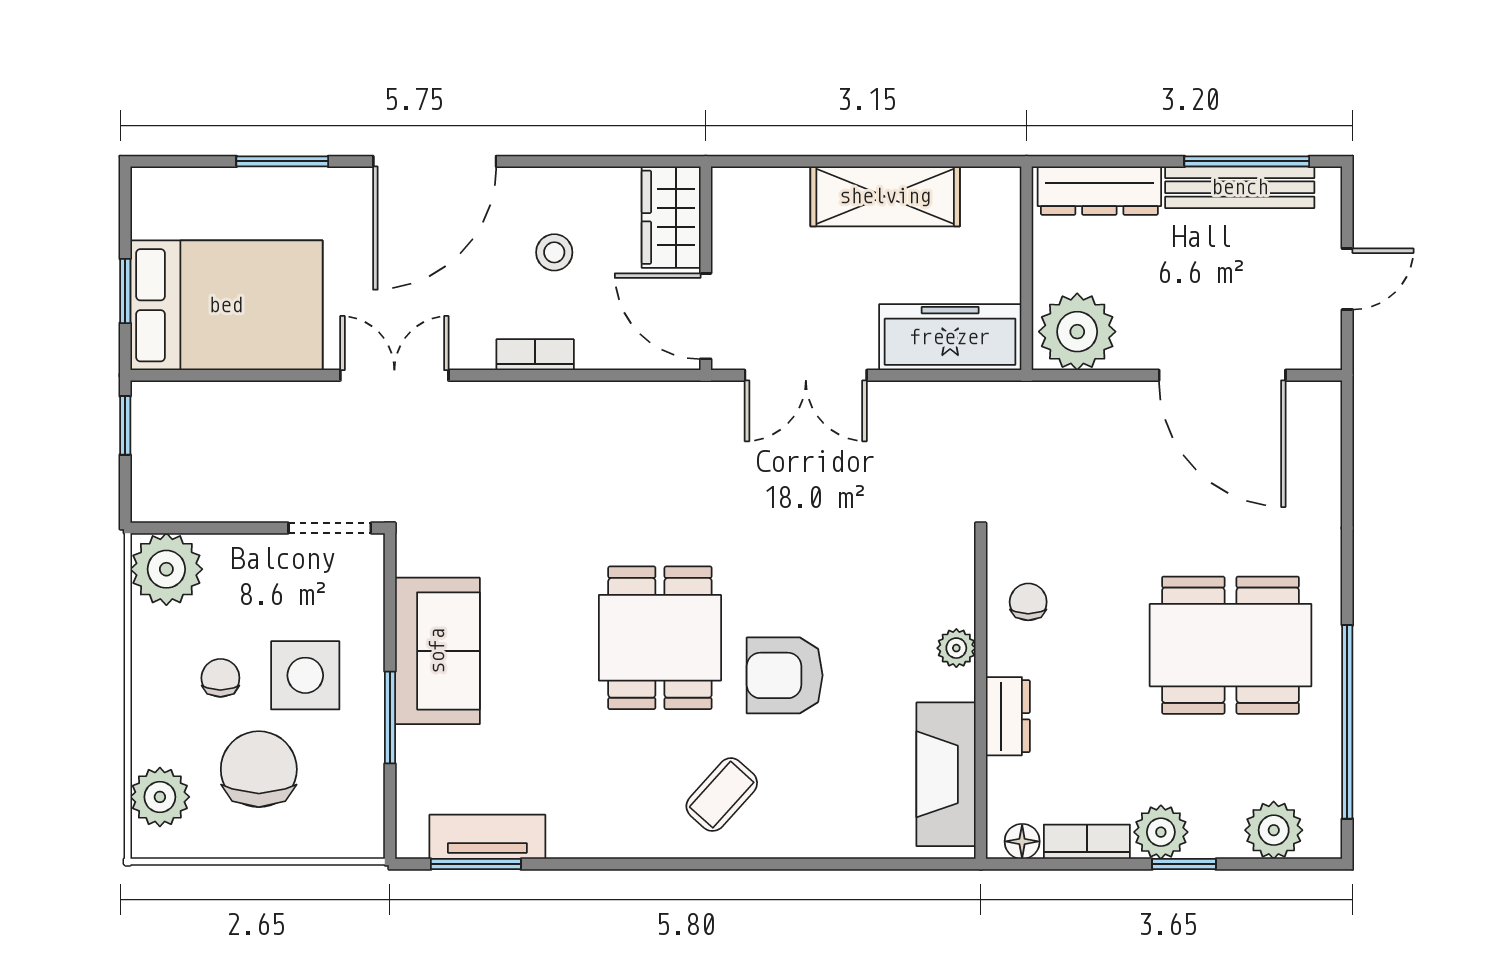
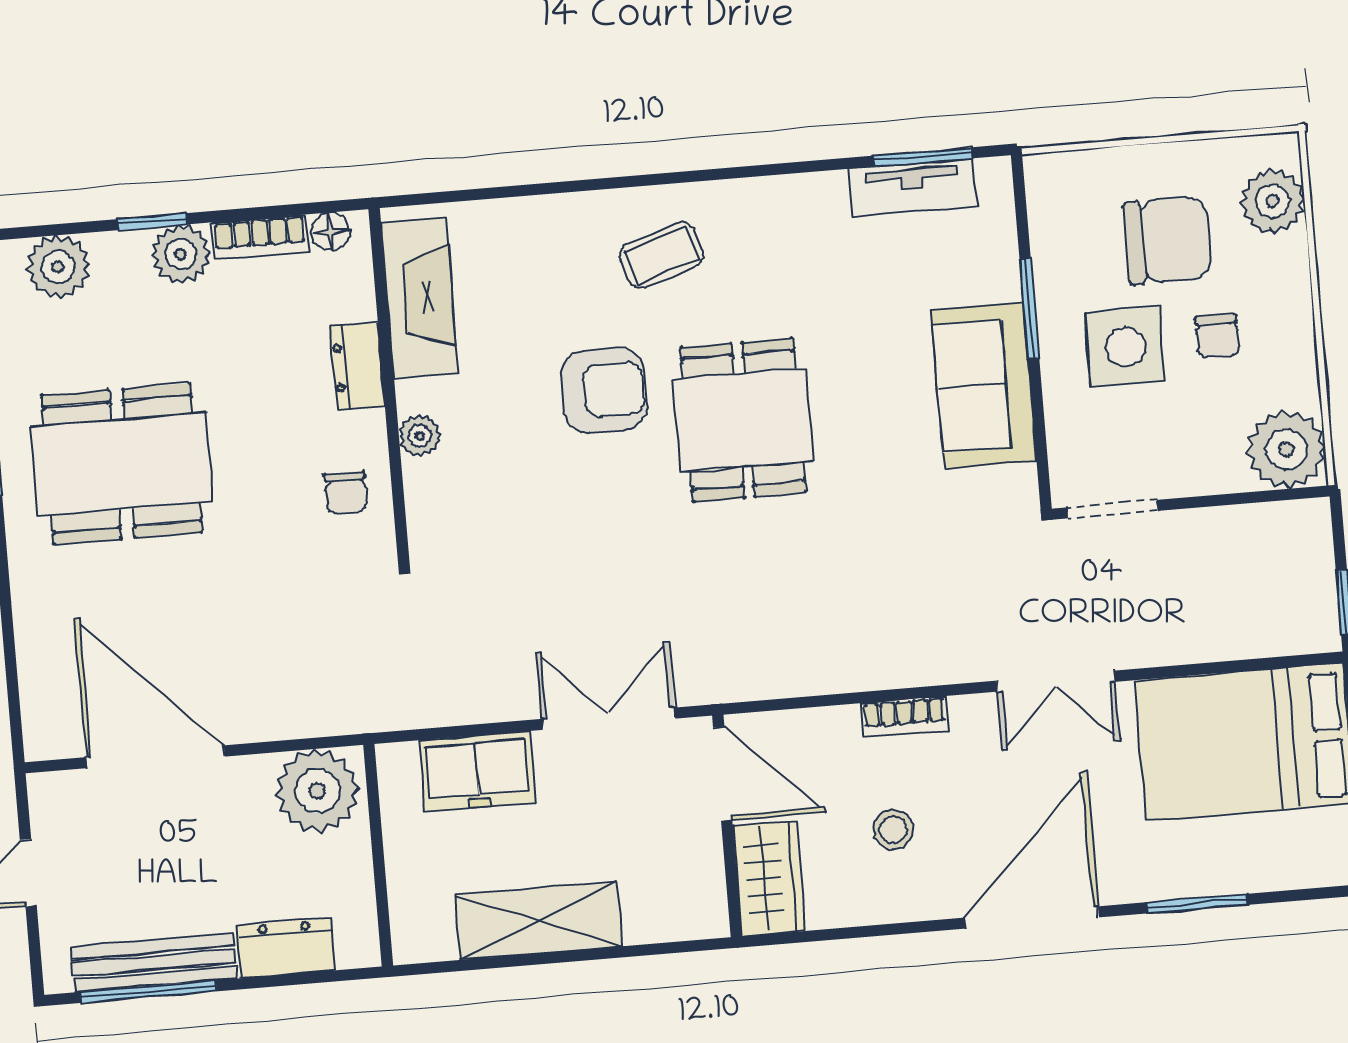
dresser: (1099, 191) -> (286, 948), width x0.70
freezer: (950, 337) -> (477, 771), width x0.71
chair: (259, 769) -> (1167, 240), turned -90
coffee table: (722, 795) -> (662, 255), turned 30

